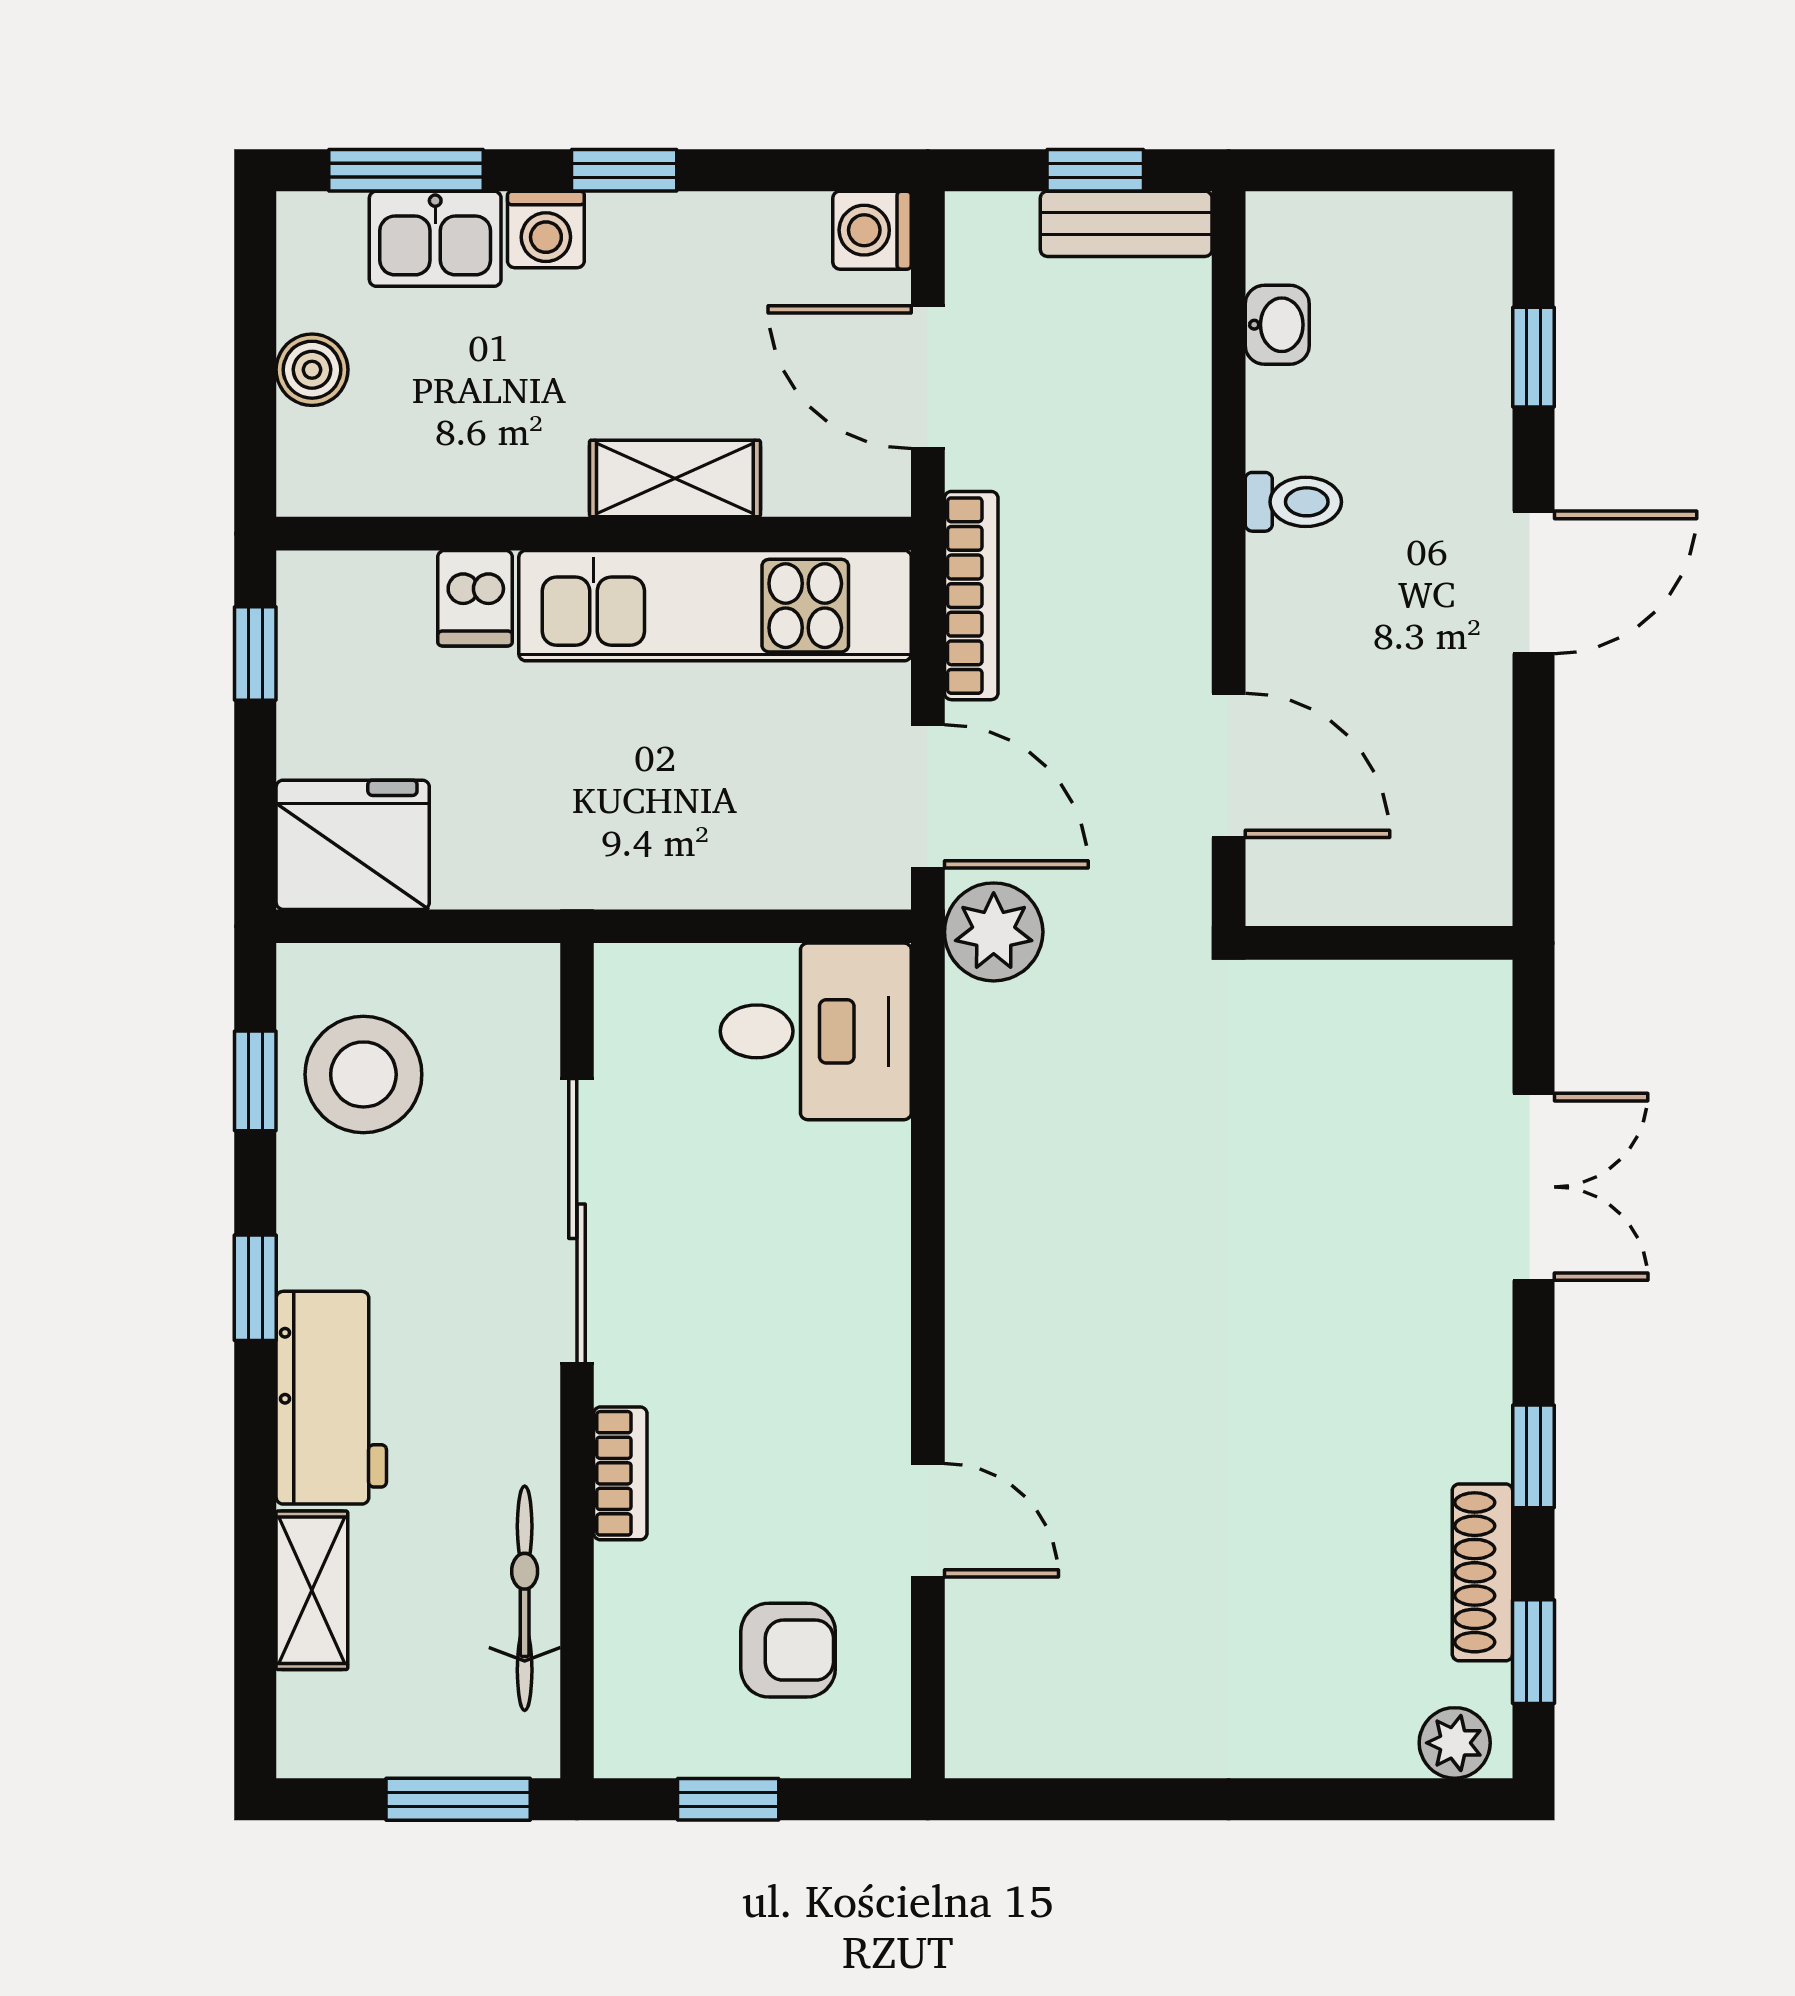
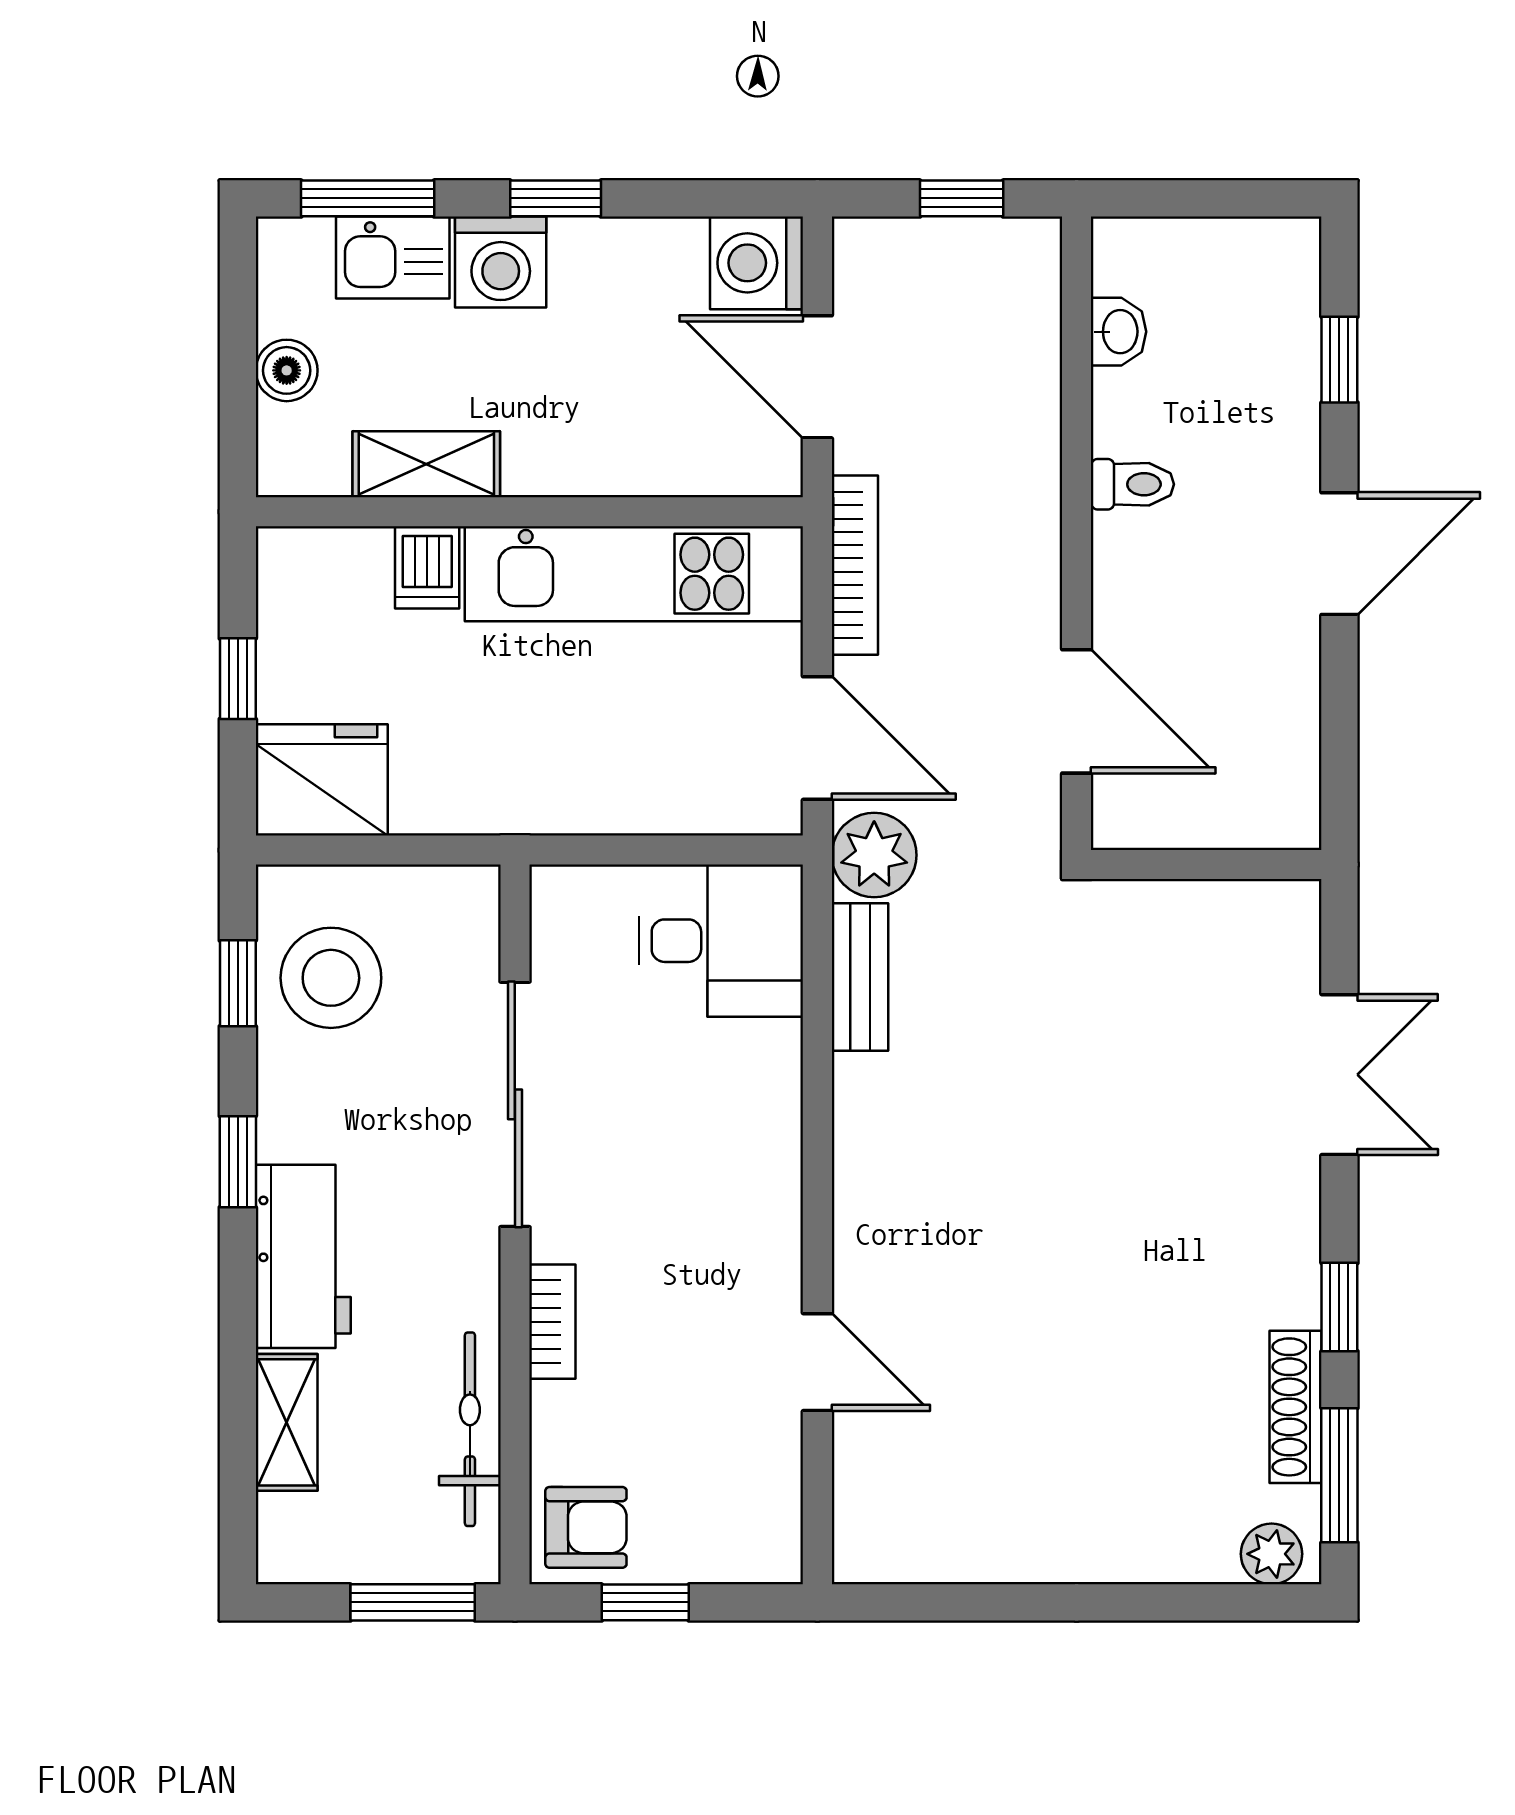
bench: (1126, 224) -> (860, 977), moved, turned 90
washing machine: (546, 229) -> (501, 262), width x1.38, depth x1.38
washing machine: (872, 230) -> (757, 263), width x1.38, depth x1.38
shelving: (675, 478) -> (426, 464), moved
window: (255, 654) -> (238, 679), moved
armchair: (788, 1650) -> (586, 1527), moved
window: (1533, 1652) -> (1339, 1475), width x1.50

